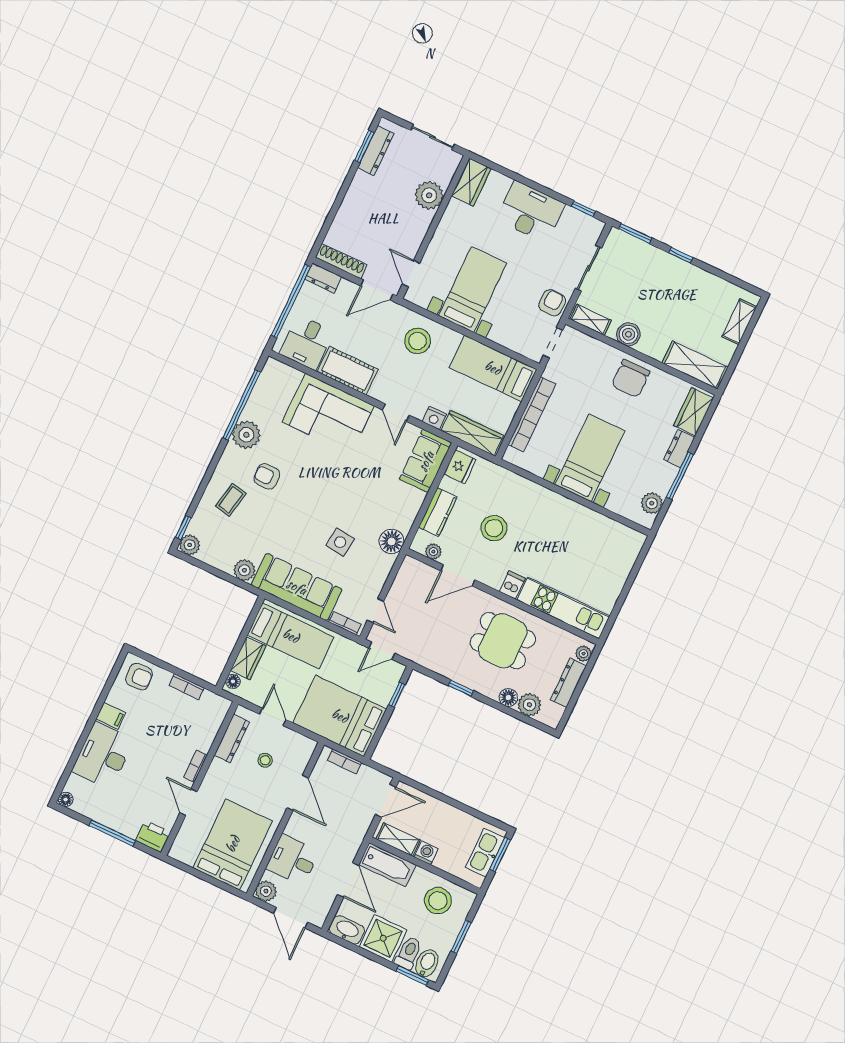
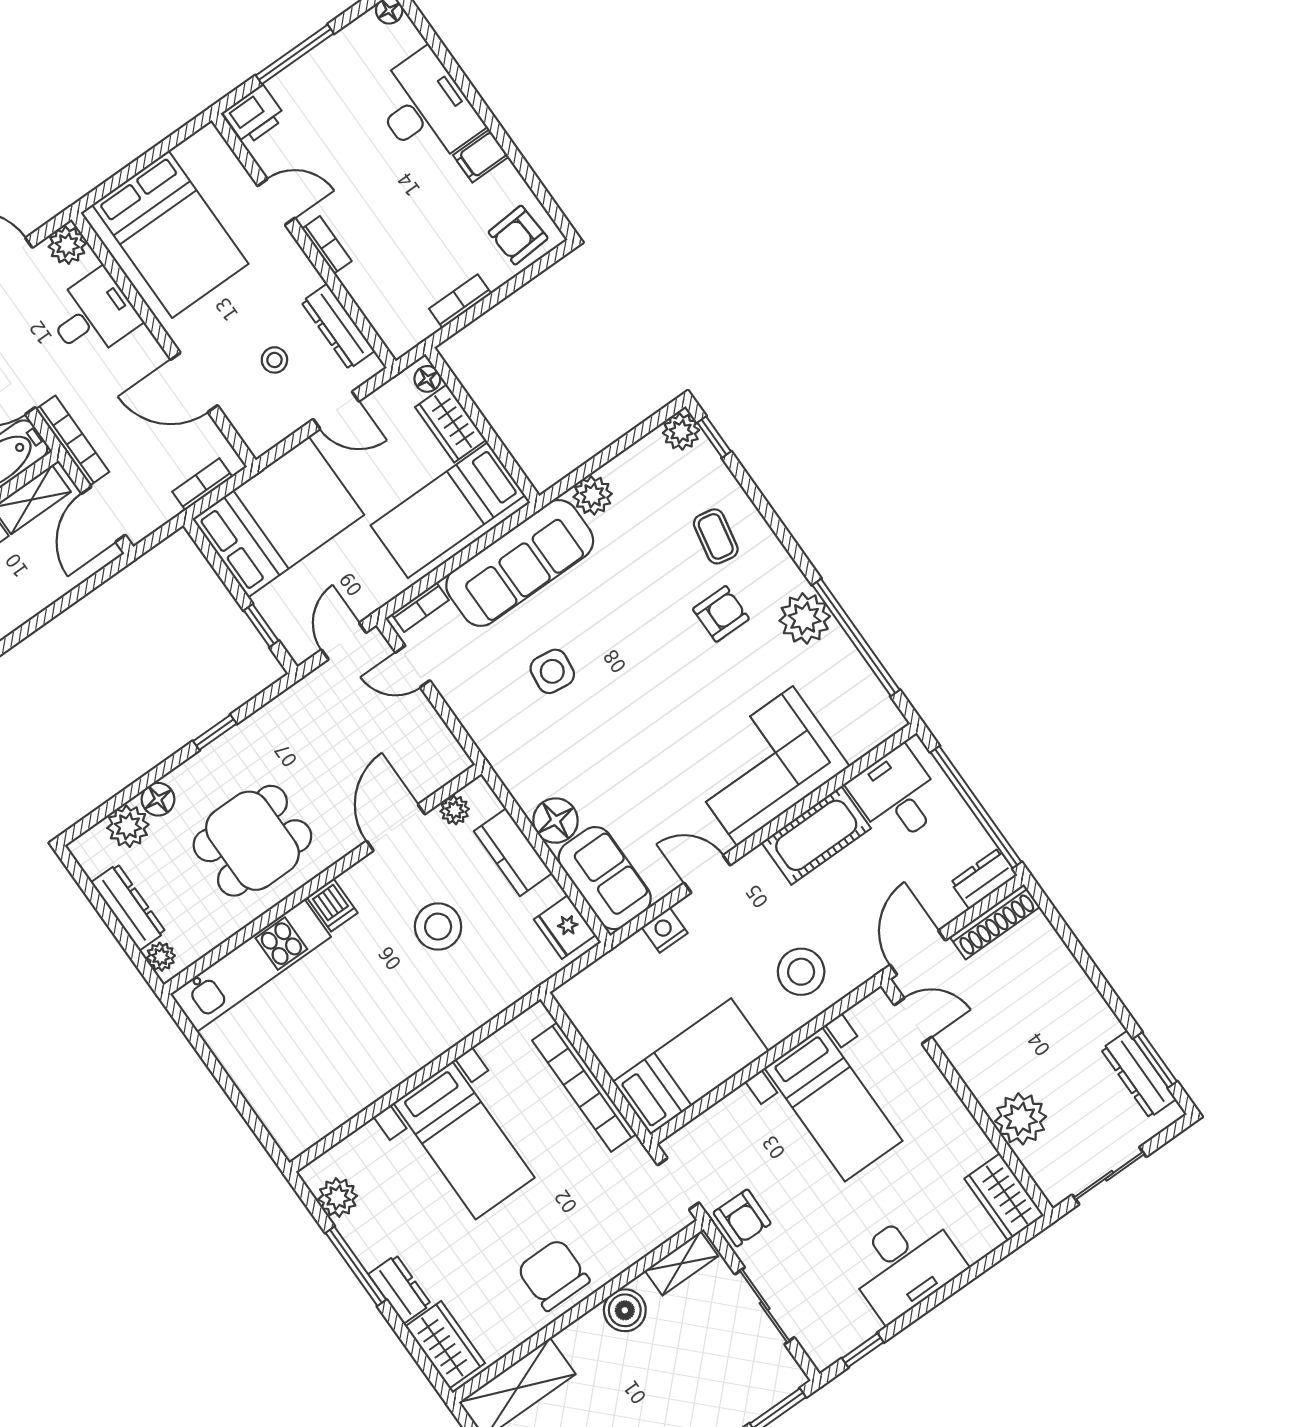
wardrobe: (472, 433) -> (608, 976), removed
floor lamp: (392, 541) -> (555, 821), moved
bookcase: (359, 836) -> (73, 441), added

